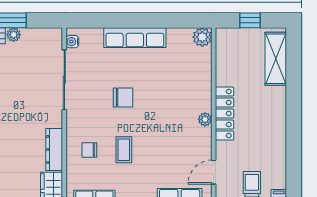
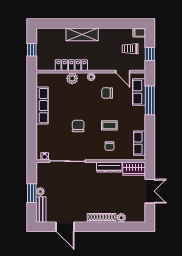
plant: (202, 37) -> (72, 78), moved
row of seats: (135, 38) -> (42, 106), moved
shelving: (276, 59) -> (82, 34), moved
locker: (225, 114) -> (71, 65), moved
chair: (178, 146) -> (107, 93), added

